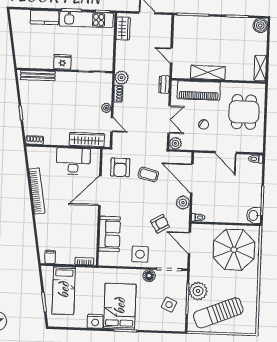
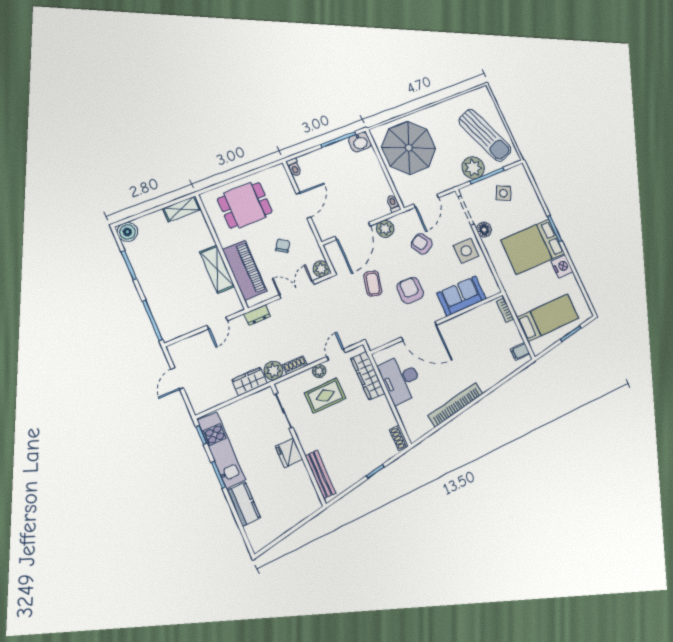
wardrobe: (123, 29) -> (249, 382), moved
rug: (88, 104) -> (325, 396), added
armchair: (120, 167) -> (410, 290), moved, turned -90

